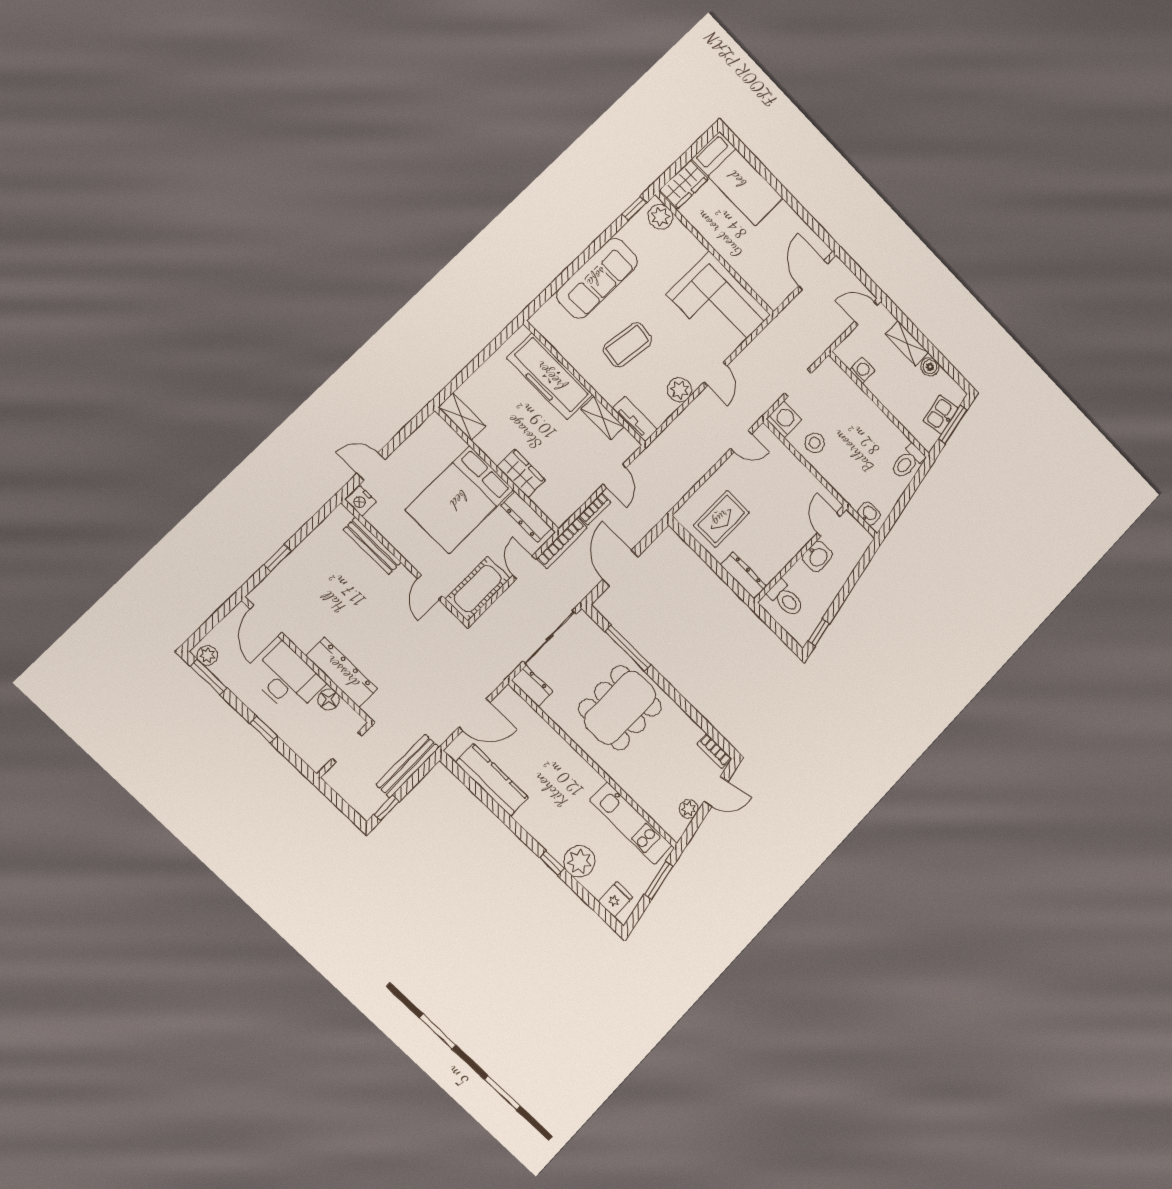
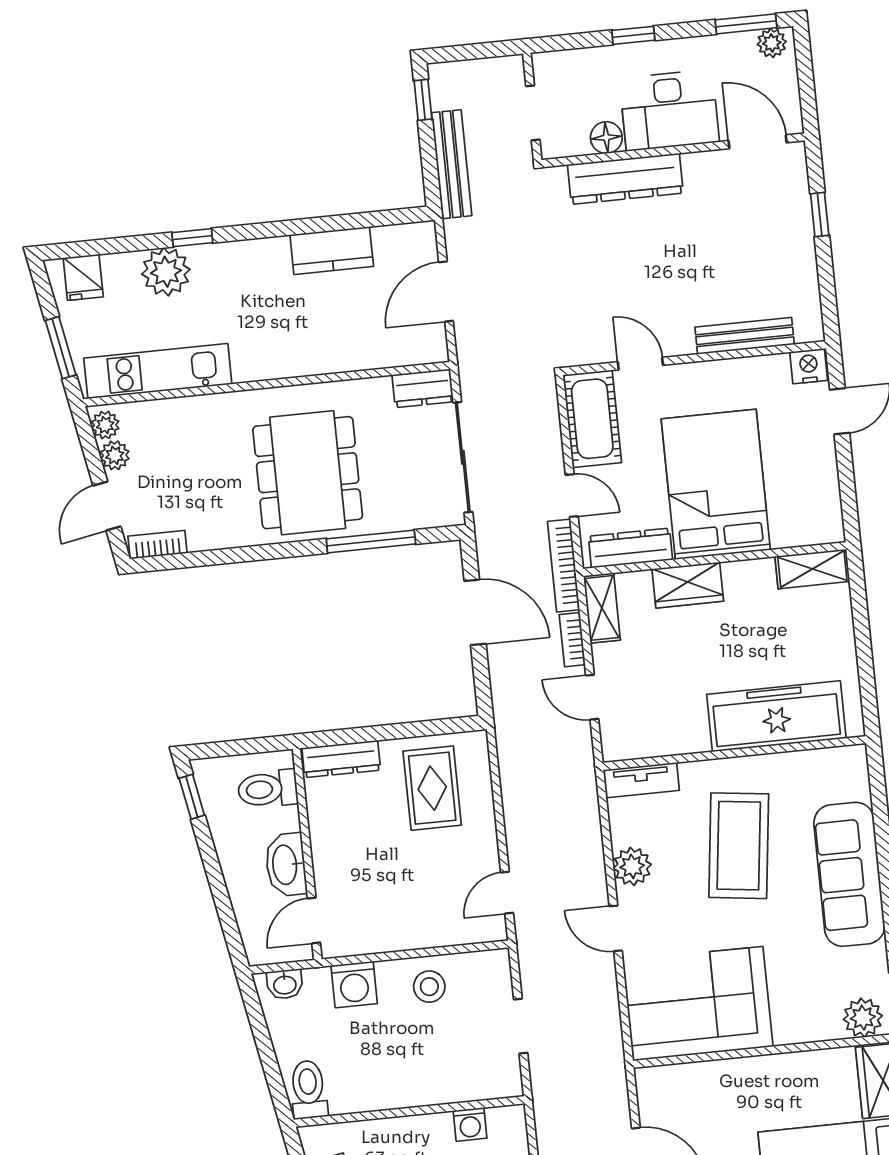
coffee table: (627, 345) -> (739, 846), width x1.36, depth x1.32
shelving: (602, 418) -> (602, 608), moved, turned 90
washing machine: (784, 419) -> (354, 985), moved
door: (829, 525) -> (314, 920), swing flipped
washbasin: (817, 556) -> (286, 865), width x1.38
kitchen counter: (492, 780) -> (332, 251), width x0.67
plant: (678, 826) -> (105, 425), added

